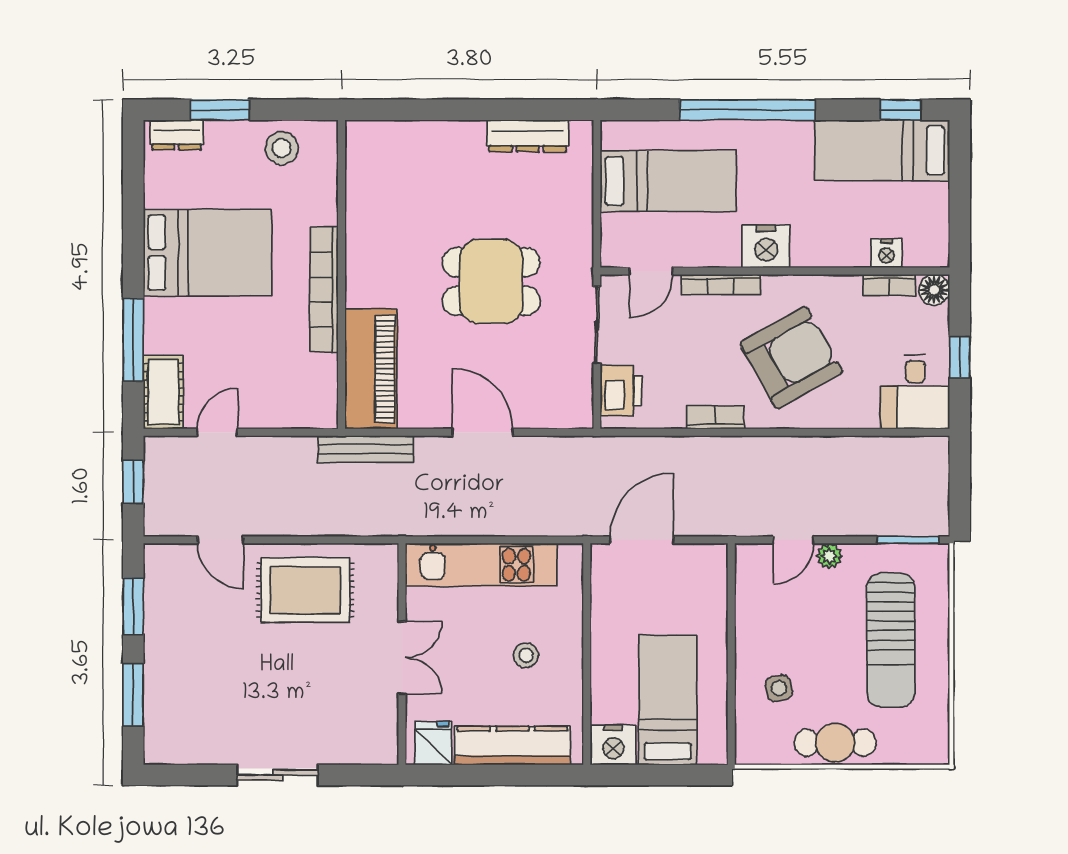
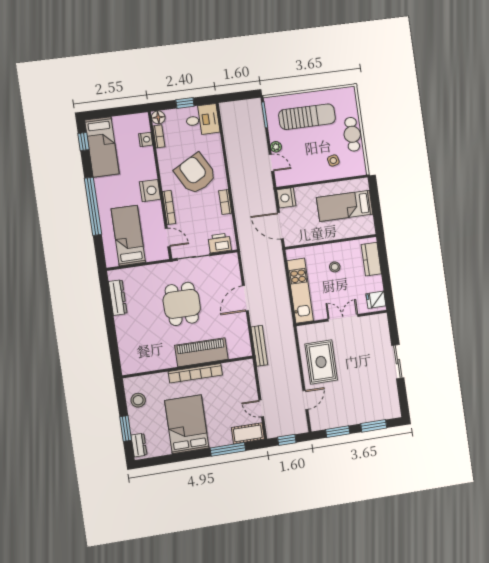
piano: (371, 369) -> (201, 352), moved
nightstand: (613, 745) -> (286, 198), moved, turned 180
kitchen counter: (512, 746) -> (371, 259), width x0.67

